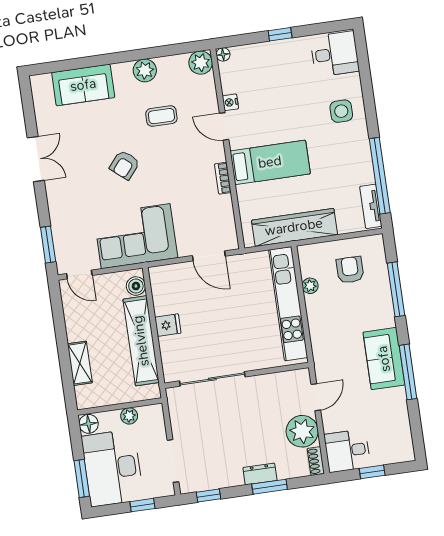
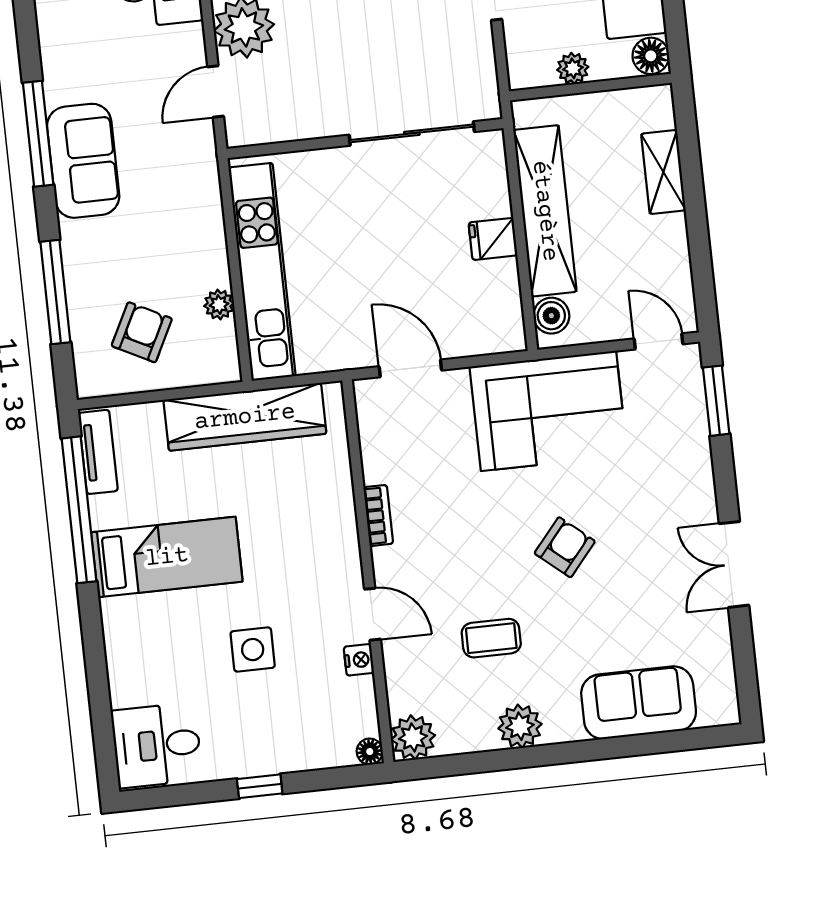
side table: (341, 111) -> (253, 650), moved
bed: (270, 162) -> (167, 557), moved, turned 180
armchair: (350, 270) -> (142, 332), turned -153

